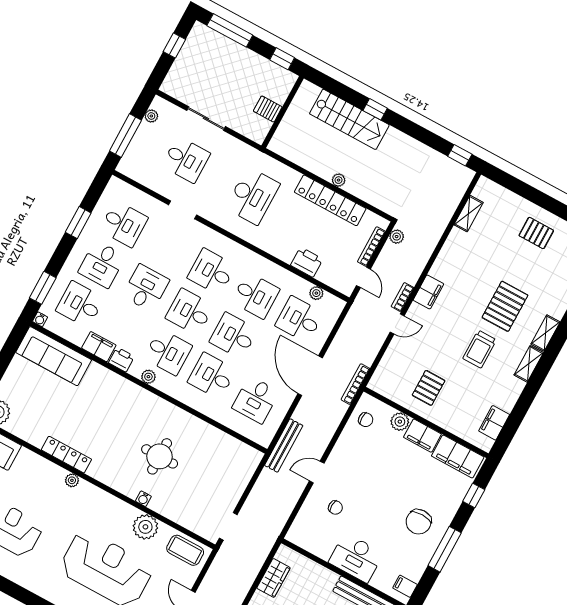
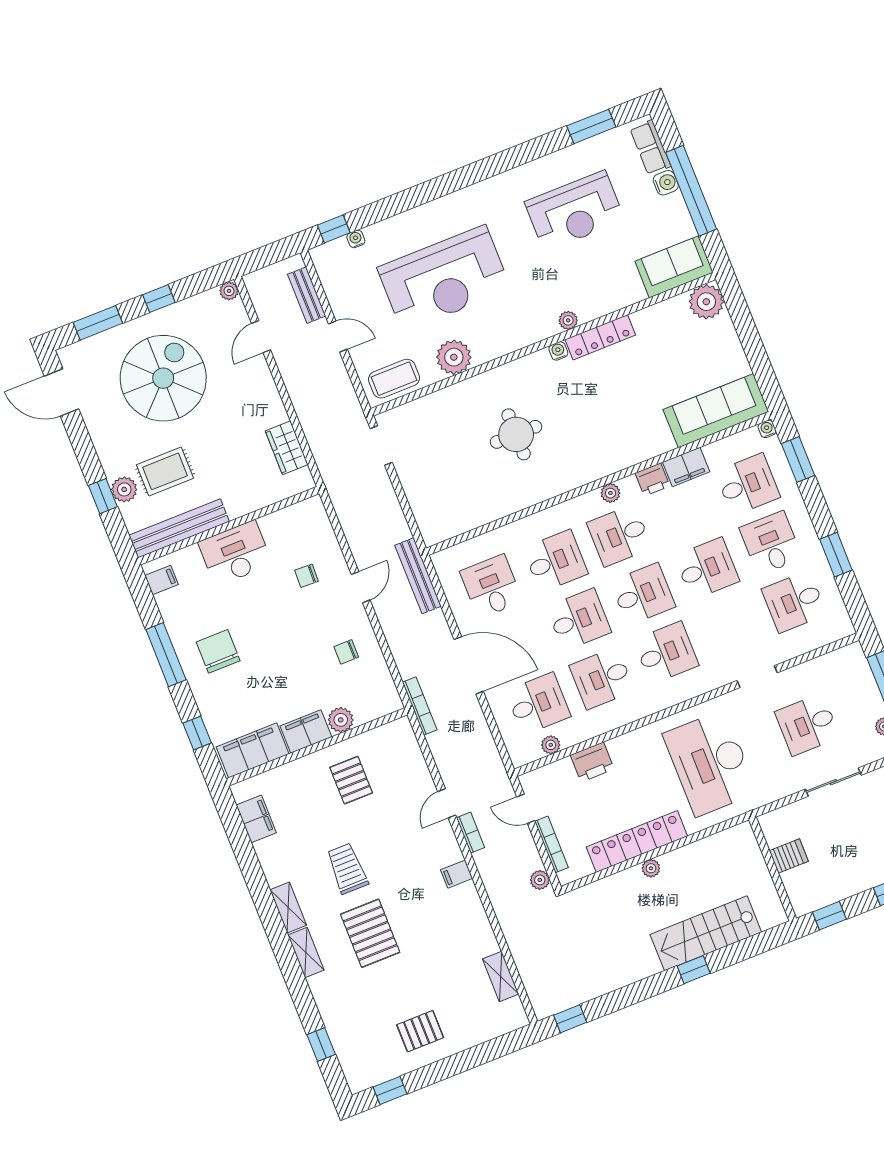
desk: (253, 196) -> (710, 763), width x1.36, depth x1.30
desk: (146, 288) -> (707, 569), turned -90
filing cabinet: (428, 292) -> (457, 874), width x0.50
chair: (366, 420) -> (346, 652), moved
water cooler: (143, 499) -> (558, 351), moved

